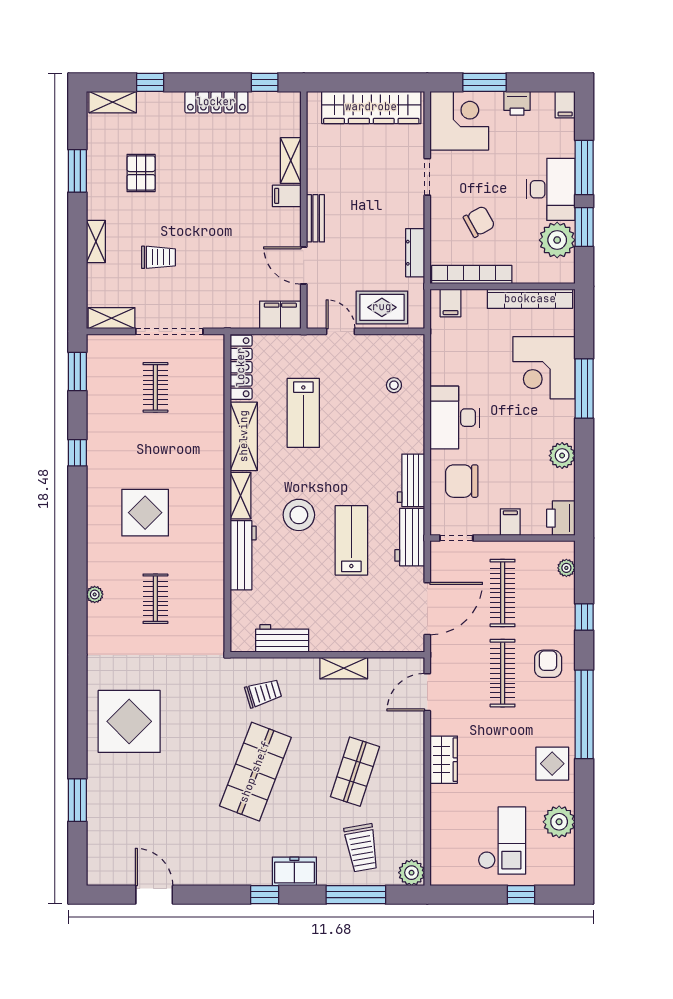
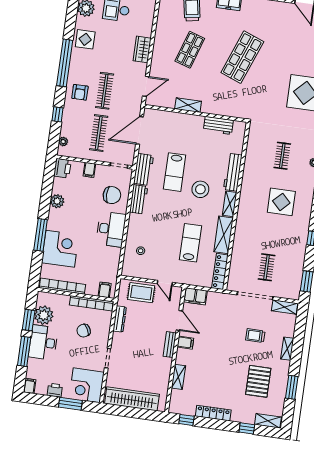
pallet: (141, 173) -> (258, 381), width x1.50, depth x1.42
filing cabinet: (287, 196) -> (185, 343), moved
trolley: (263, 693) -> (232, 98), removed

